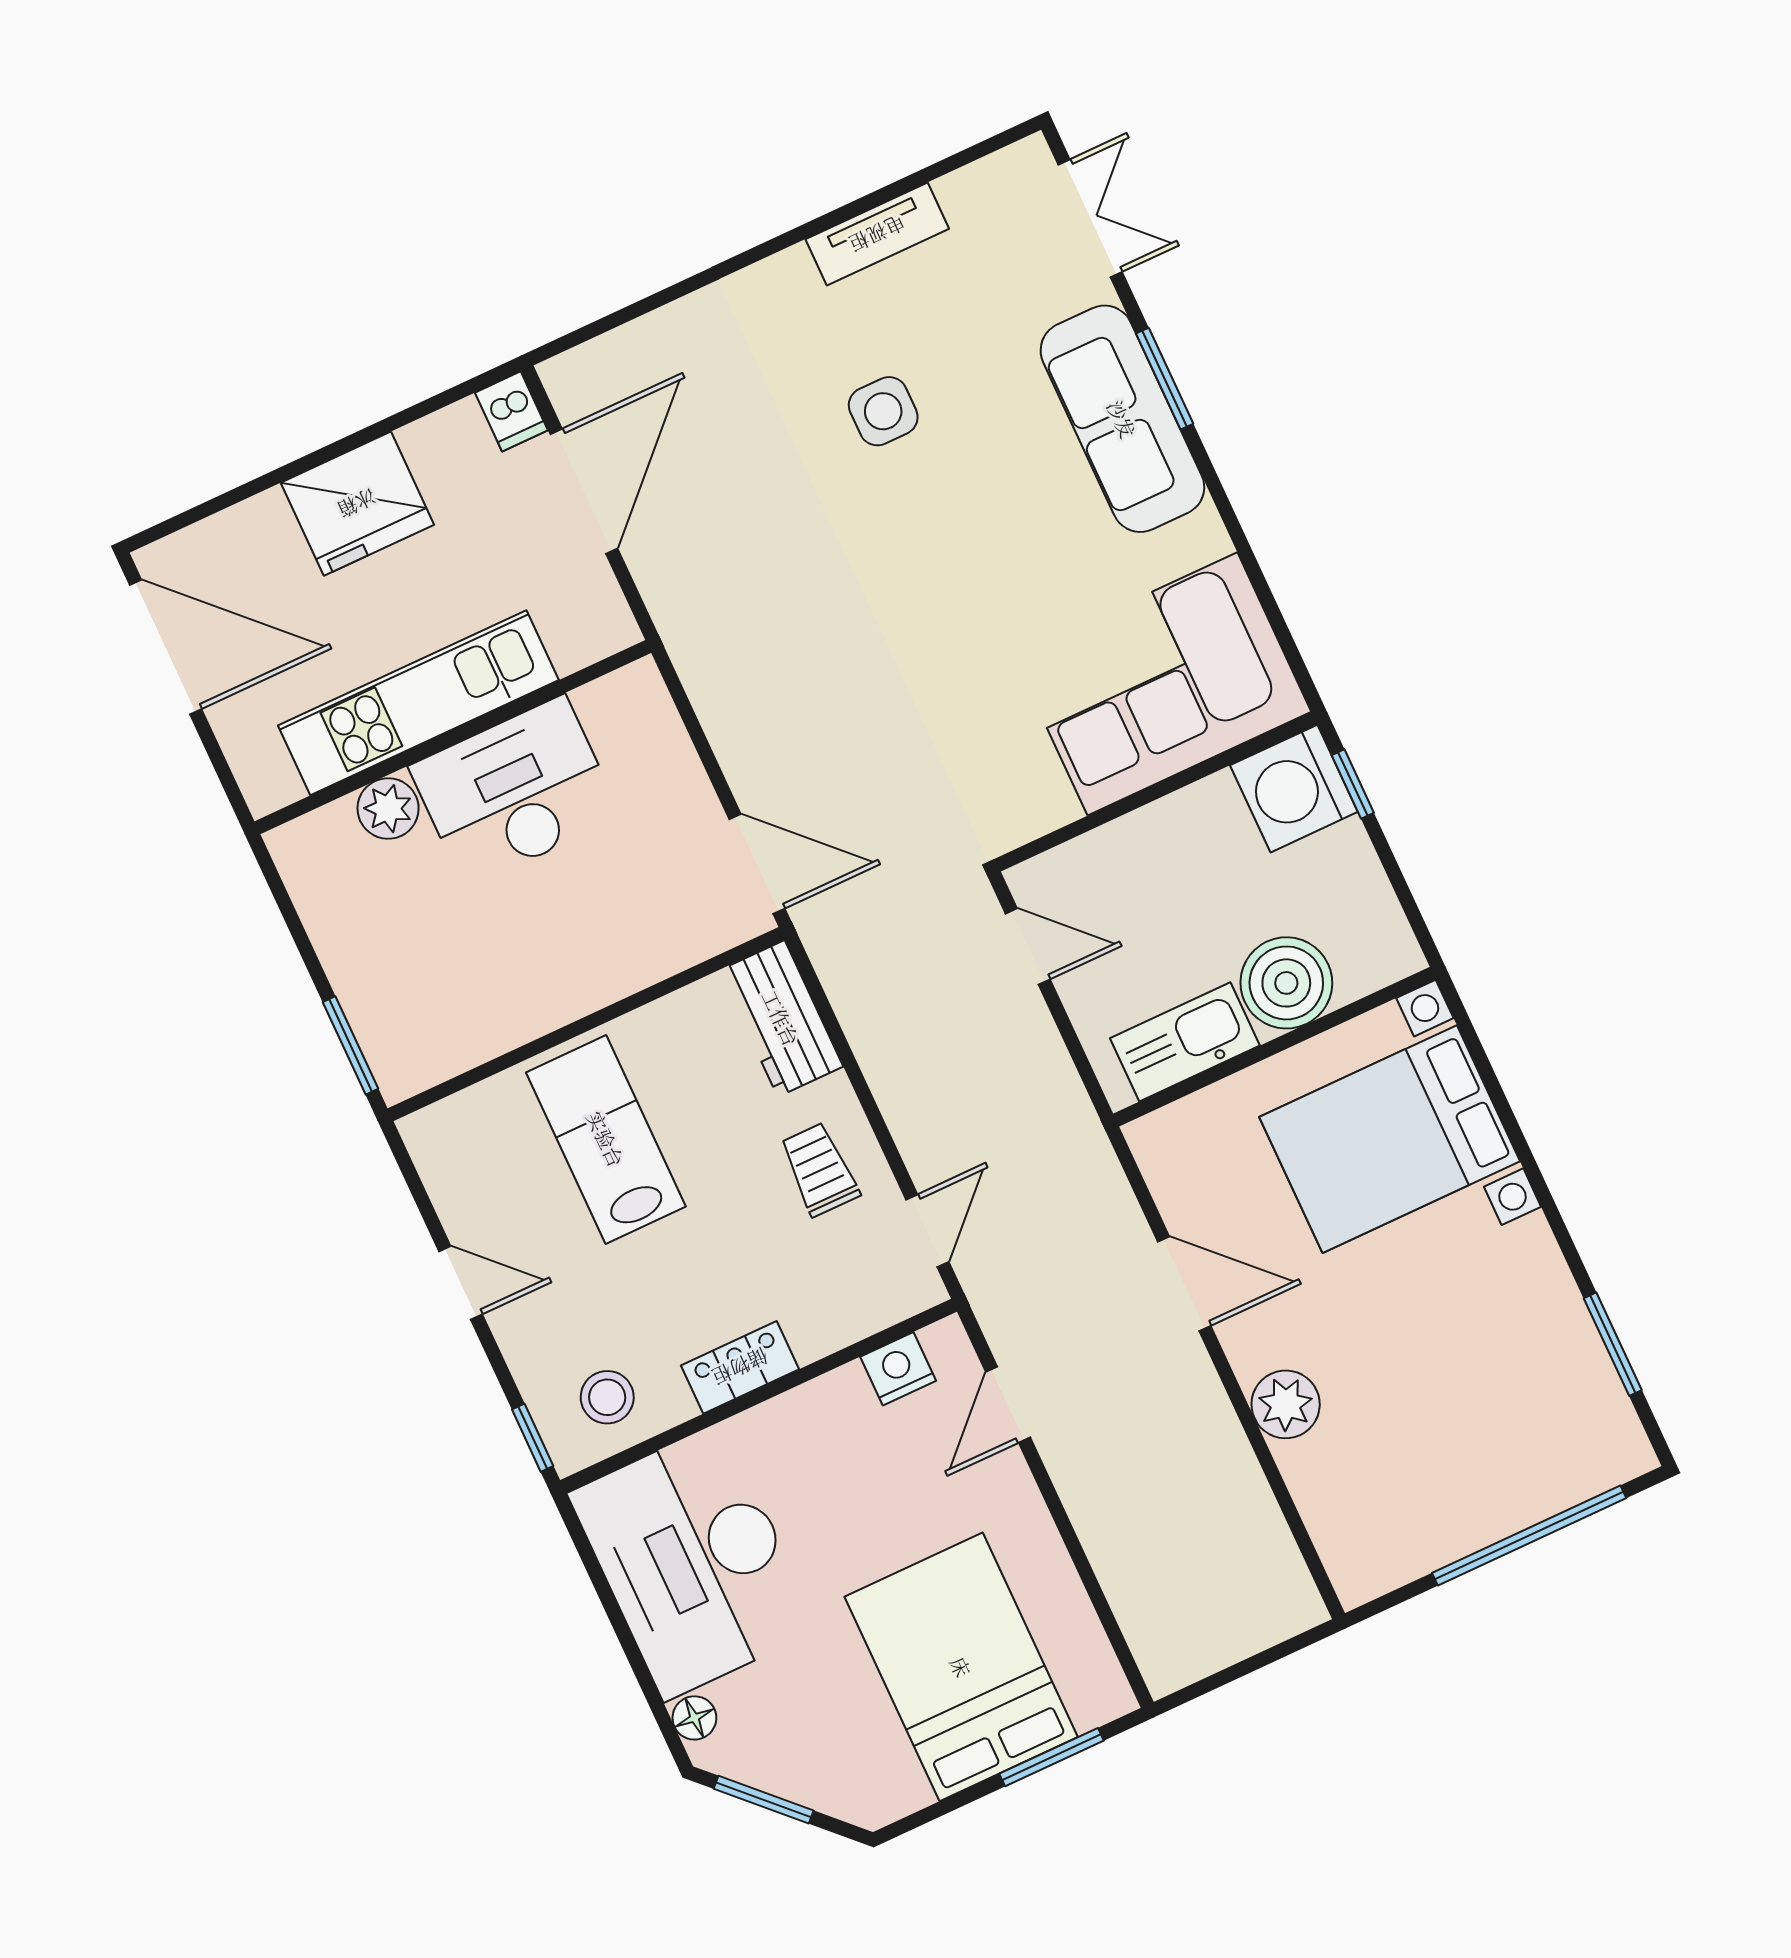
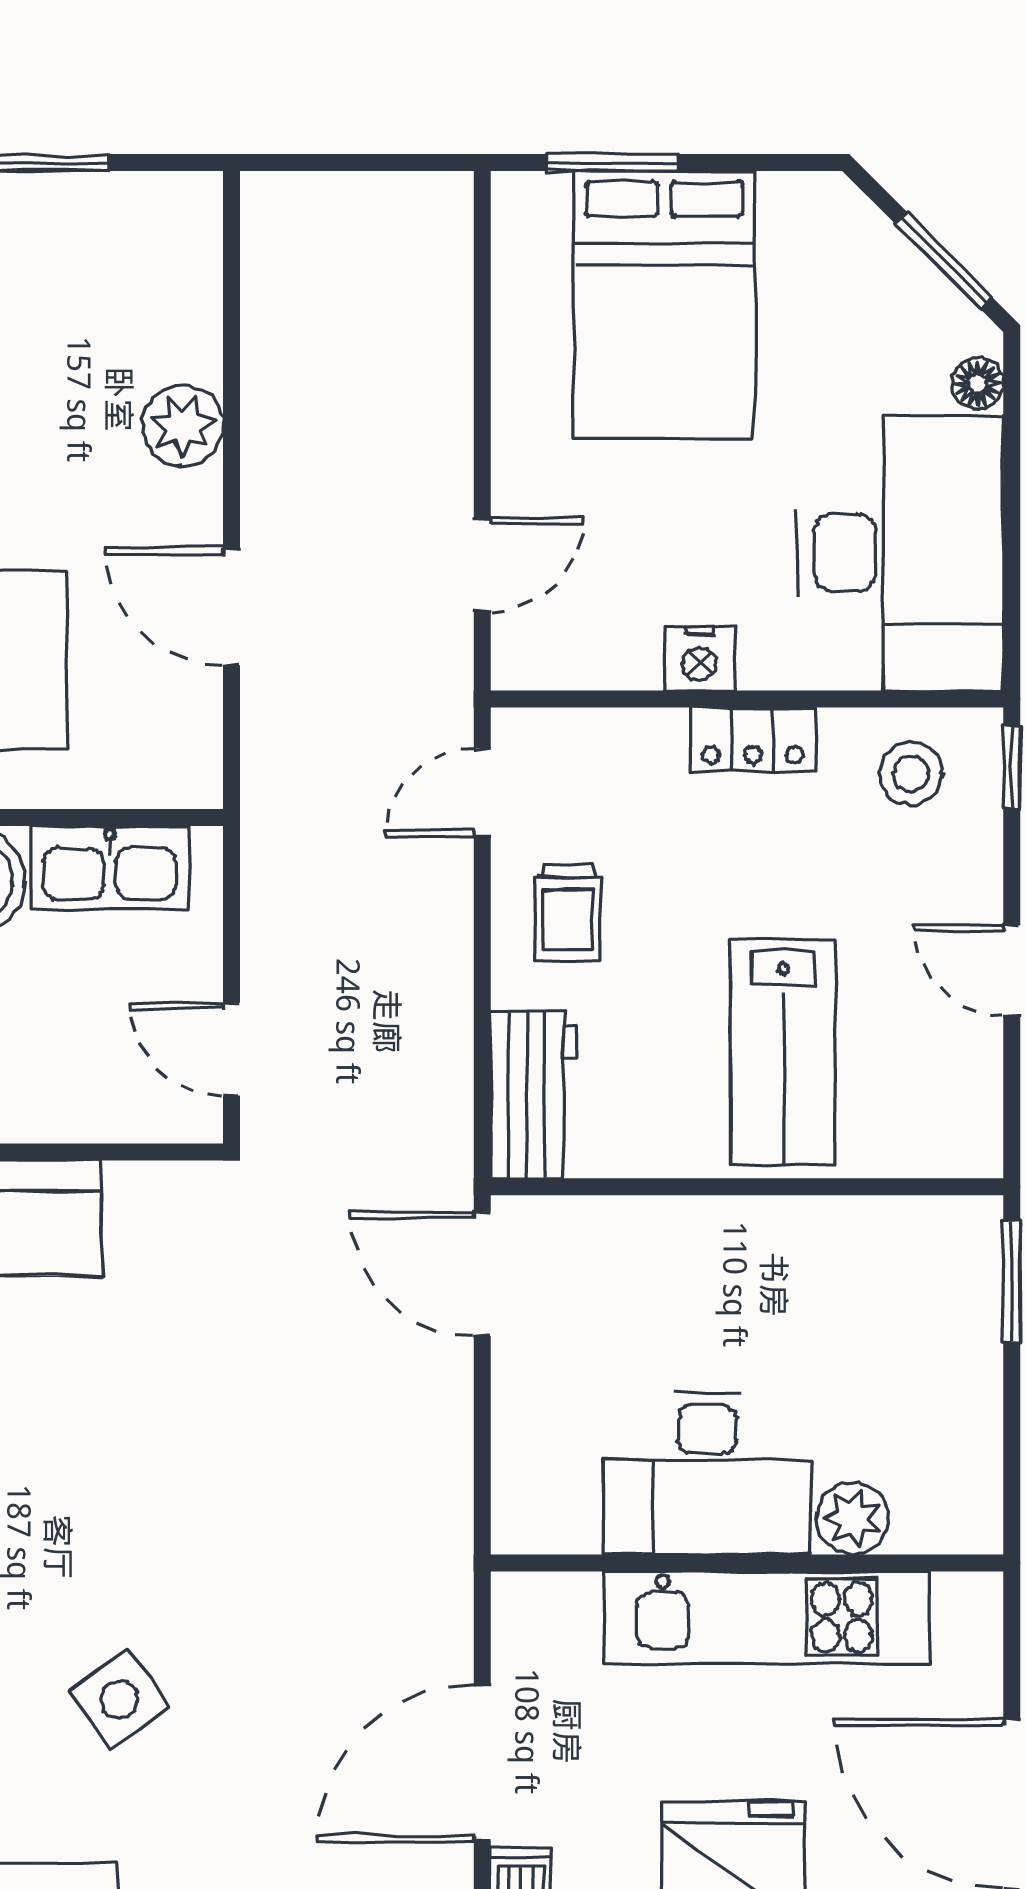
side table: (883, 411) -> (119, 1699), turned -35
nightstand: (898, 1369) -> (699, 658), moved

